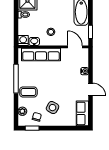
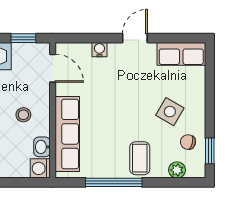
door: (75, 47) -> (53, 68), swing flipped

